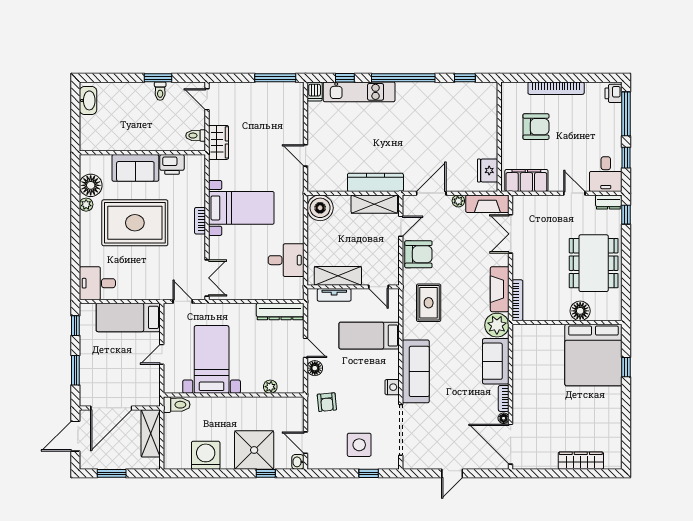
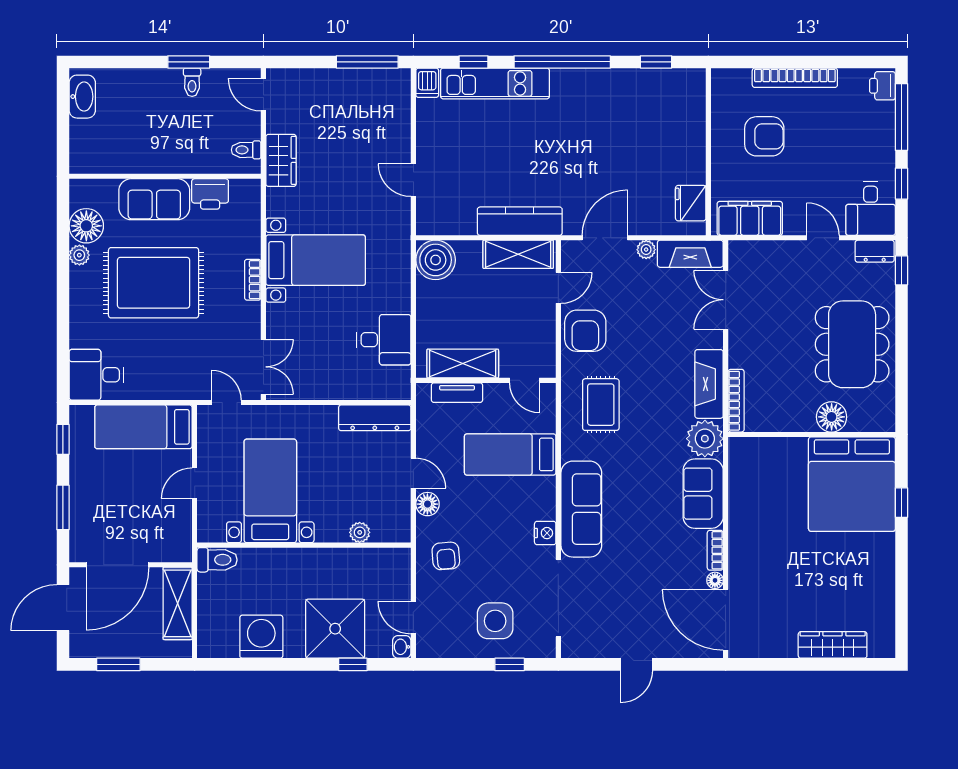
armchair: (418, 254) -> (585, 331), turned 90

